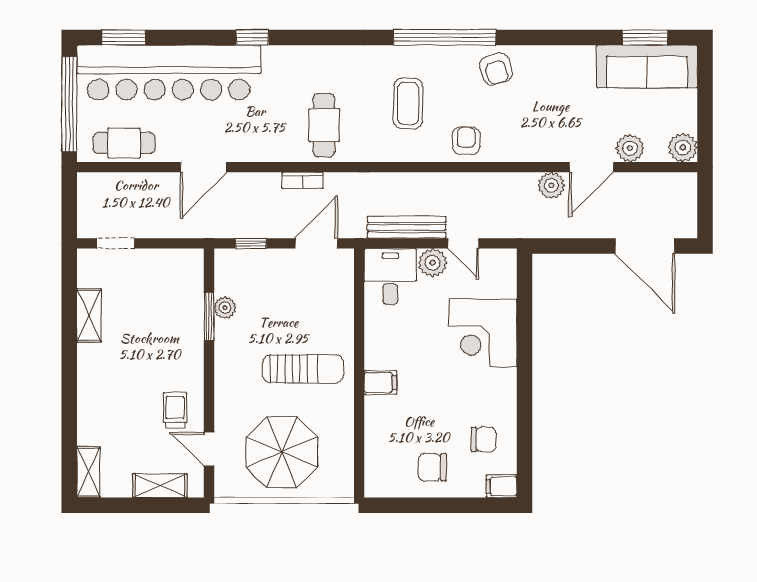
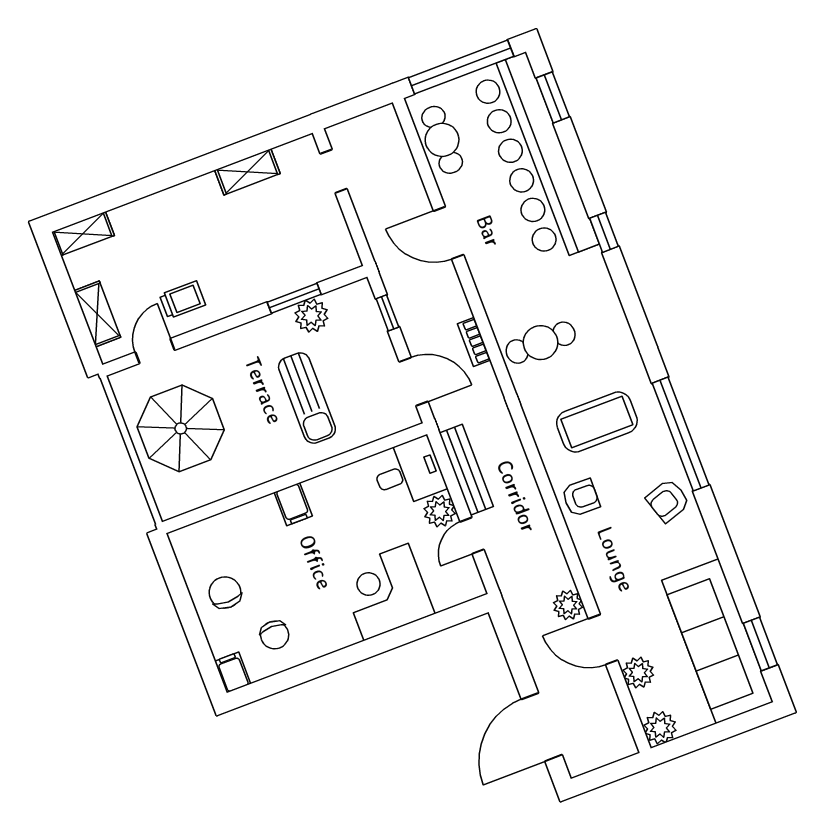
sofa: (647, 66) -> (717, 641), width x1.36, depth x1.27
coffee table: (408, 103) -> (597, 422), width x1.36, depth x1.32
plant: (225, 308) -> (311, 316), width x1.38, depth x1.38
sun lounger: (303, 369) -> (307, 398), moved

